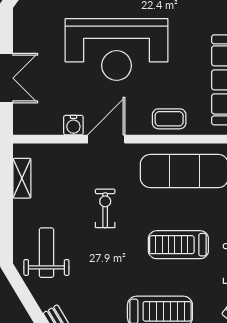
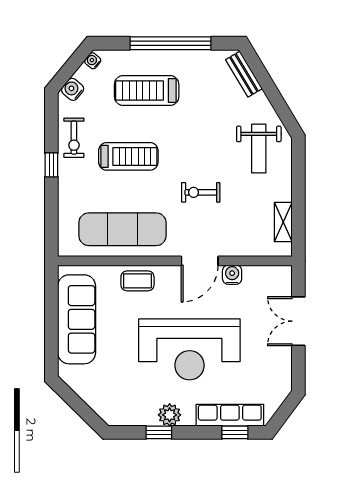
reception desk: (117, 49) -> (189, 349), turned 180
exercise bike: (105, 208) -> (201, 192), turned 90

